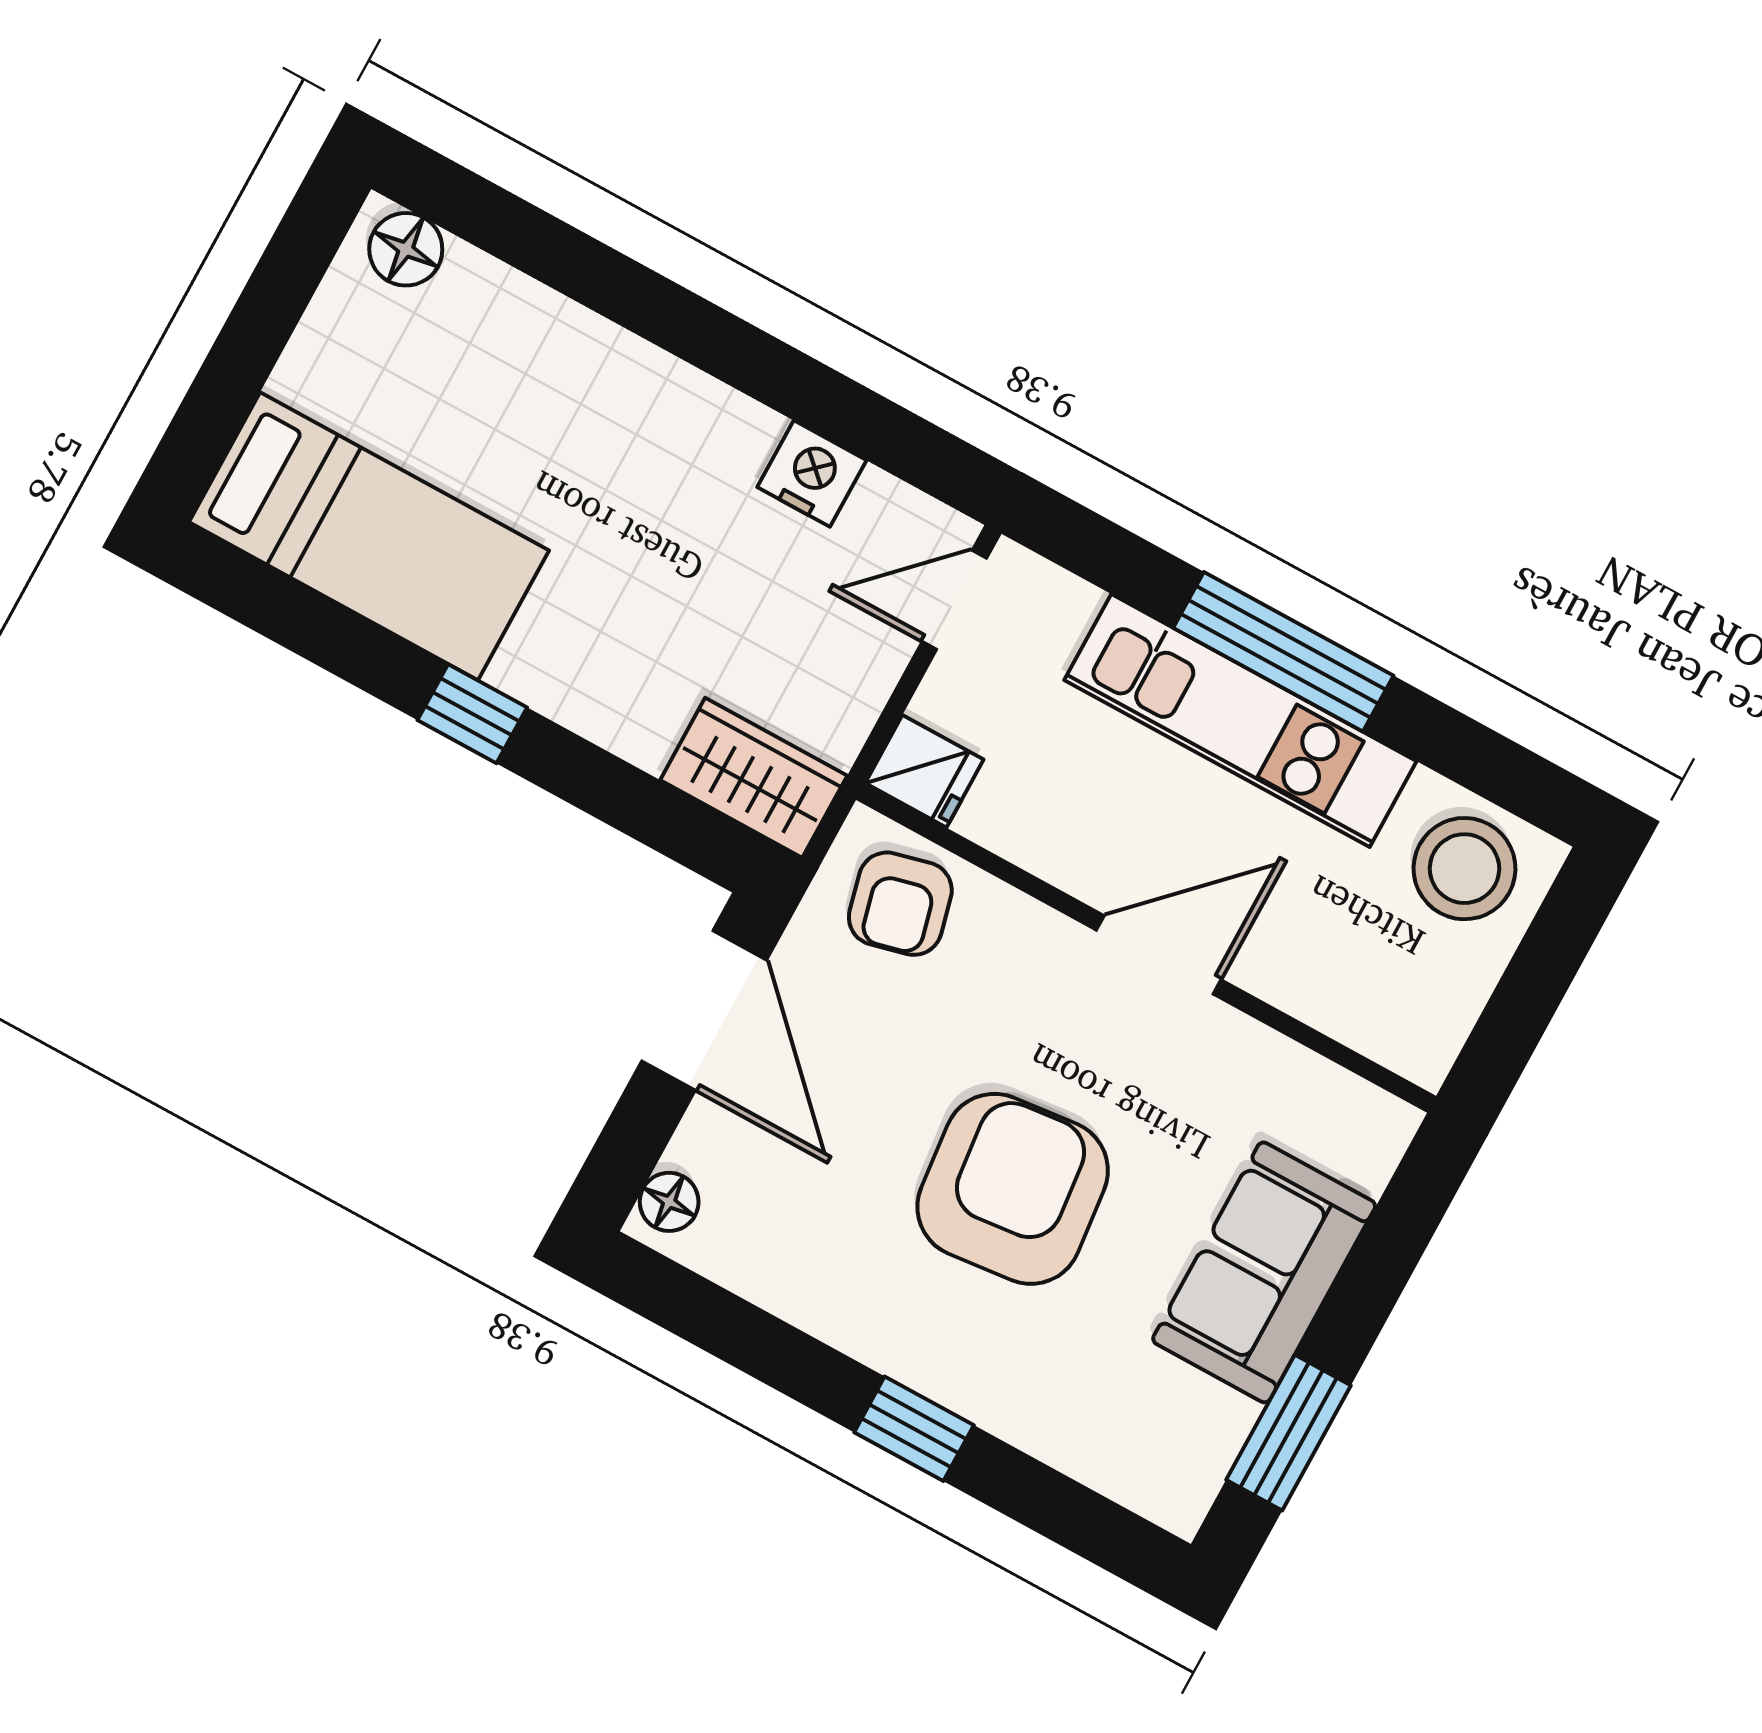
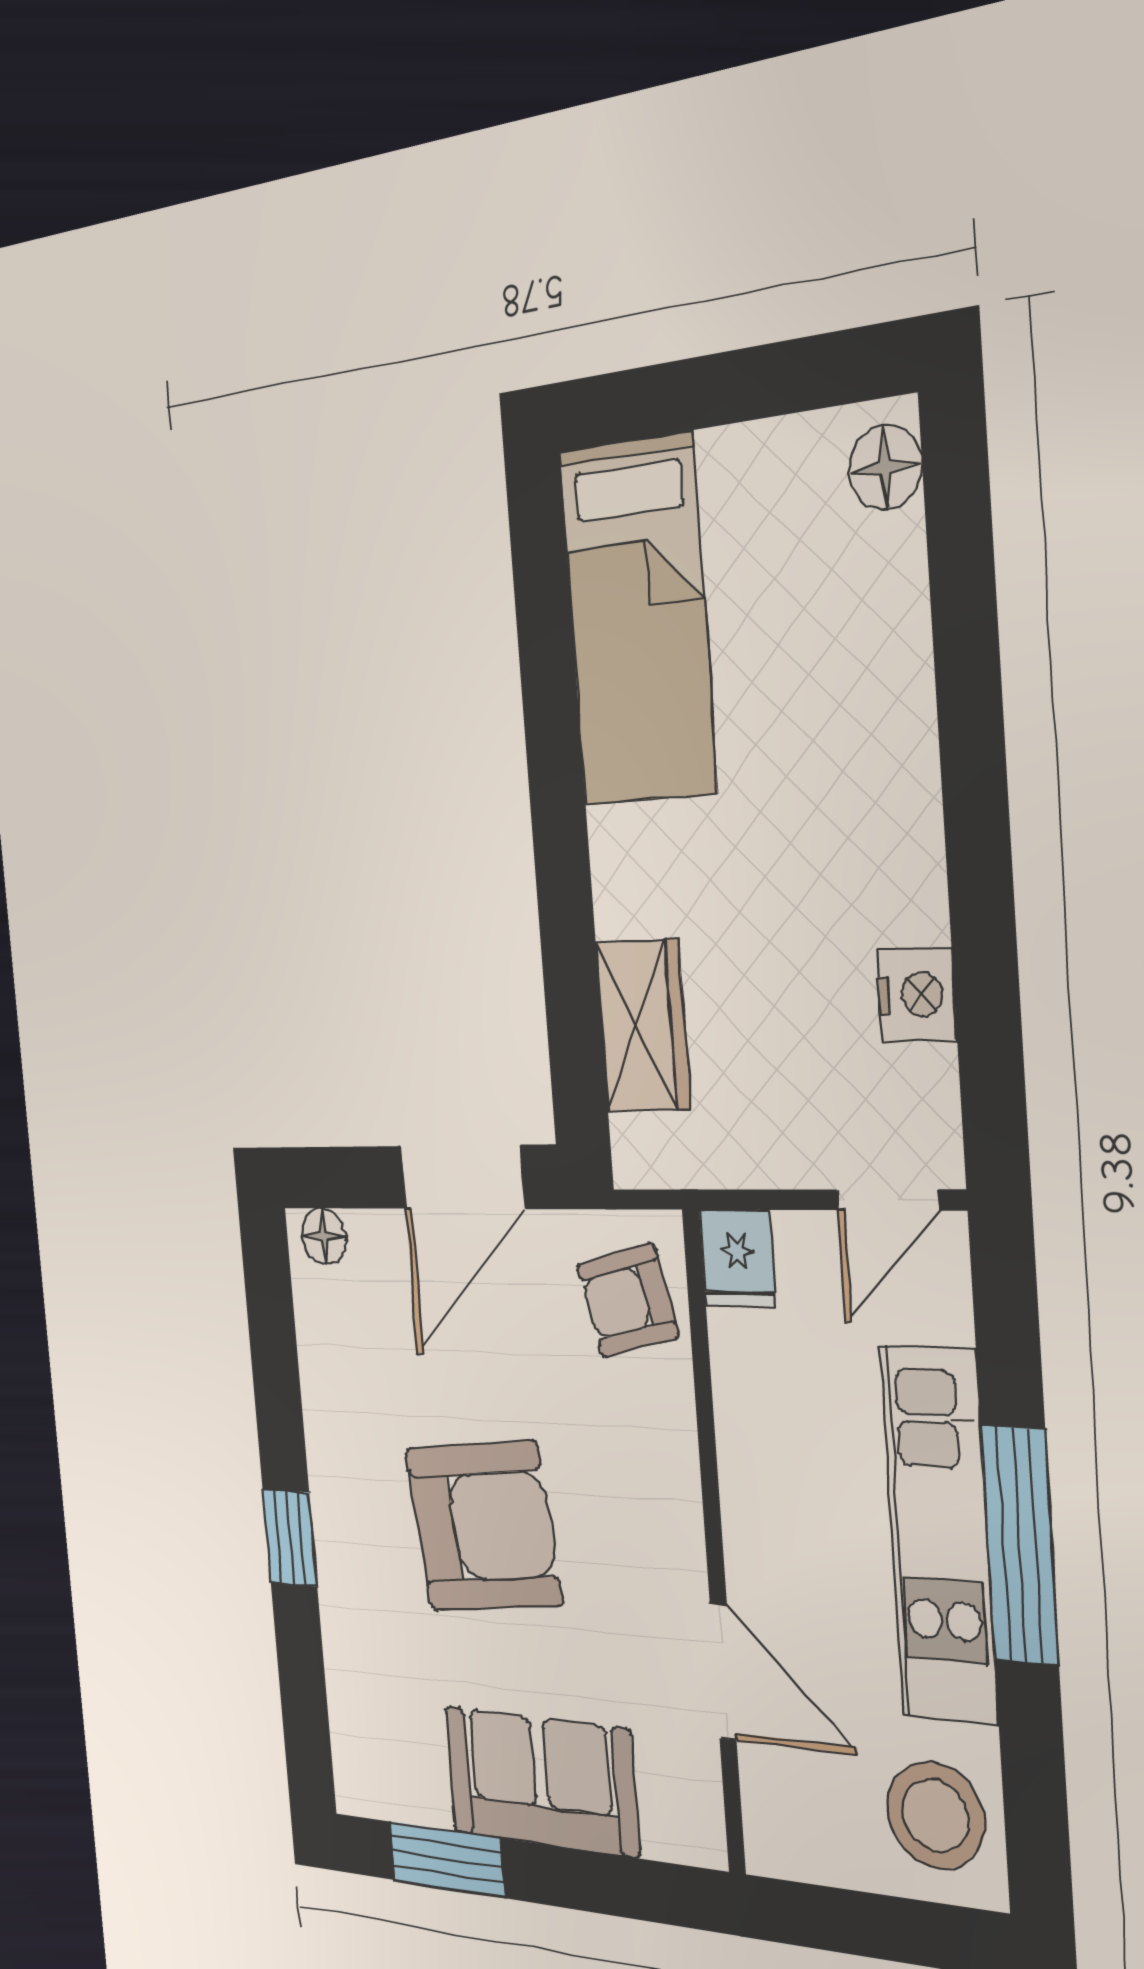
door: (954, 600) -> (888, 1200), swing flipped
window: (472, 714) -> (559, 819), removed
wardrobe: (754, 778) -> (643, 1026), moved
door: (1159, 955) -> (723, 1672), moved

